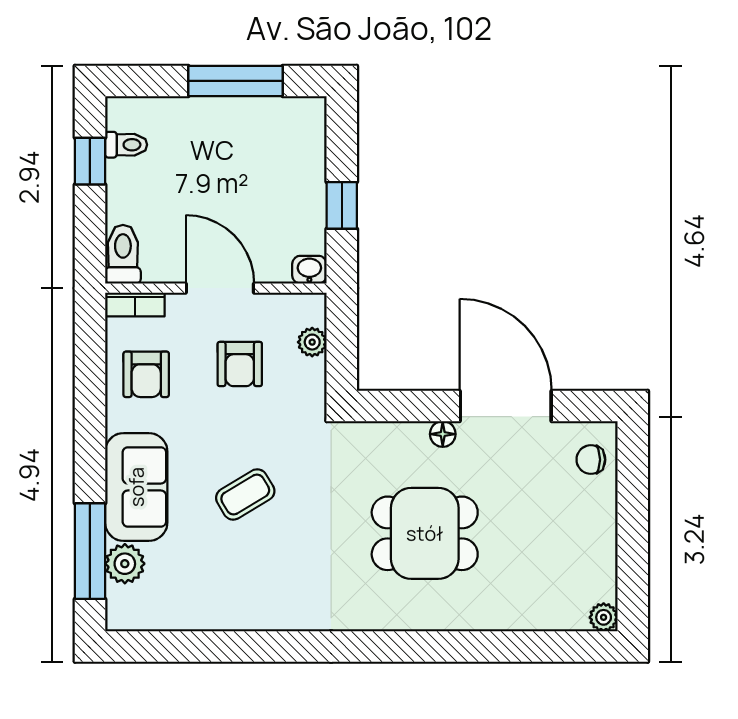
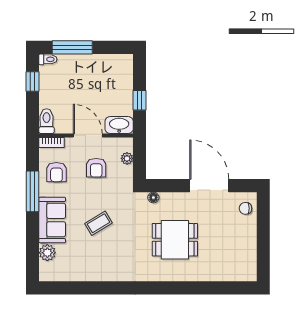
window: (235, 81) -> (72, 47), moved
toilet: (126, 145) -> (48, 59), moved
washbasin: (309, 270) -> (119, 125), width x1.91, depth x1.45
floor lamp: (443, 434) -> (153, 198), moved
window: (90, 551) -> (32, 191), moved
plant: (604, 617) -> (251, 275), removed

